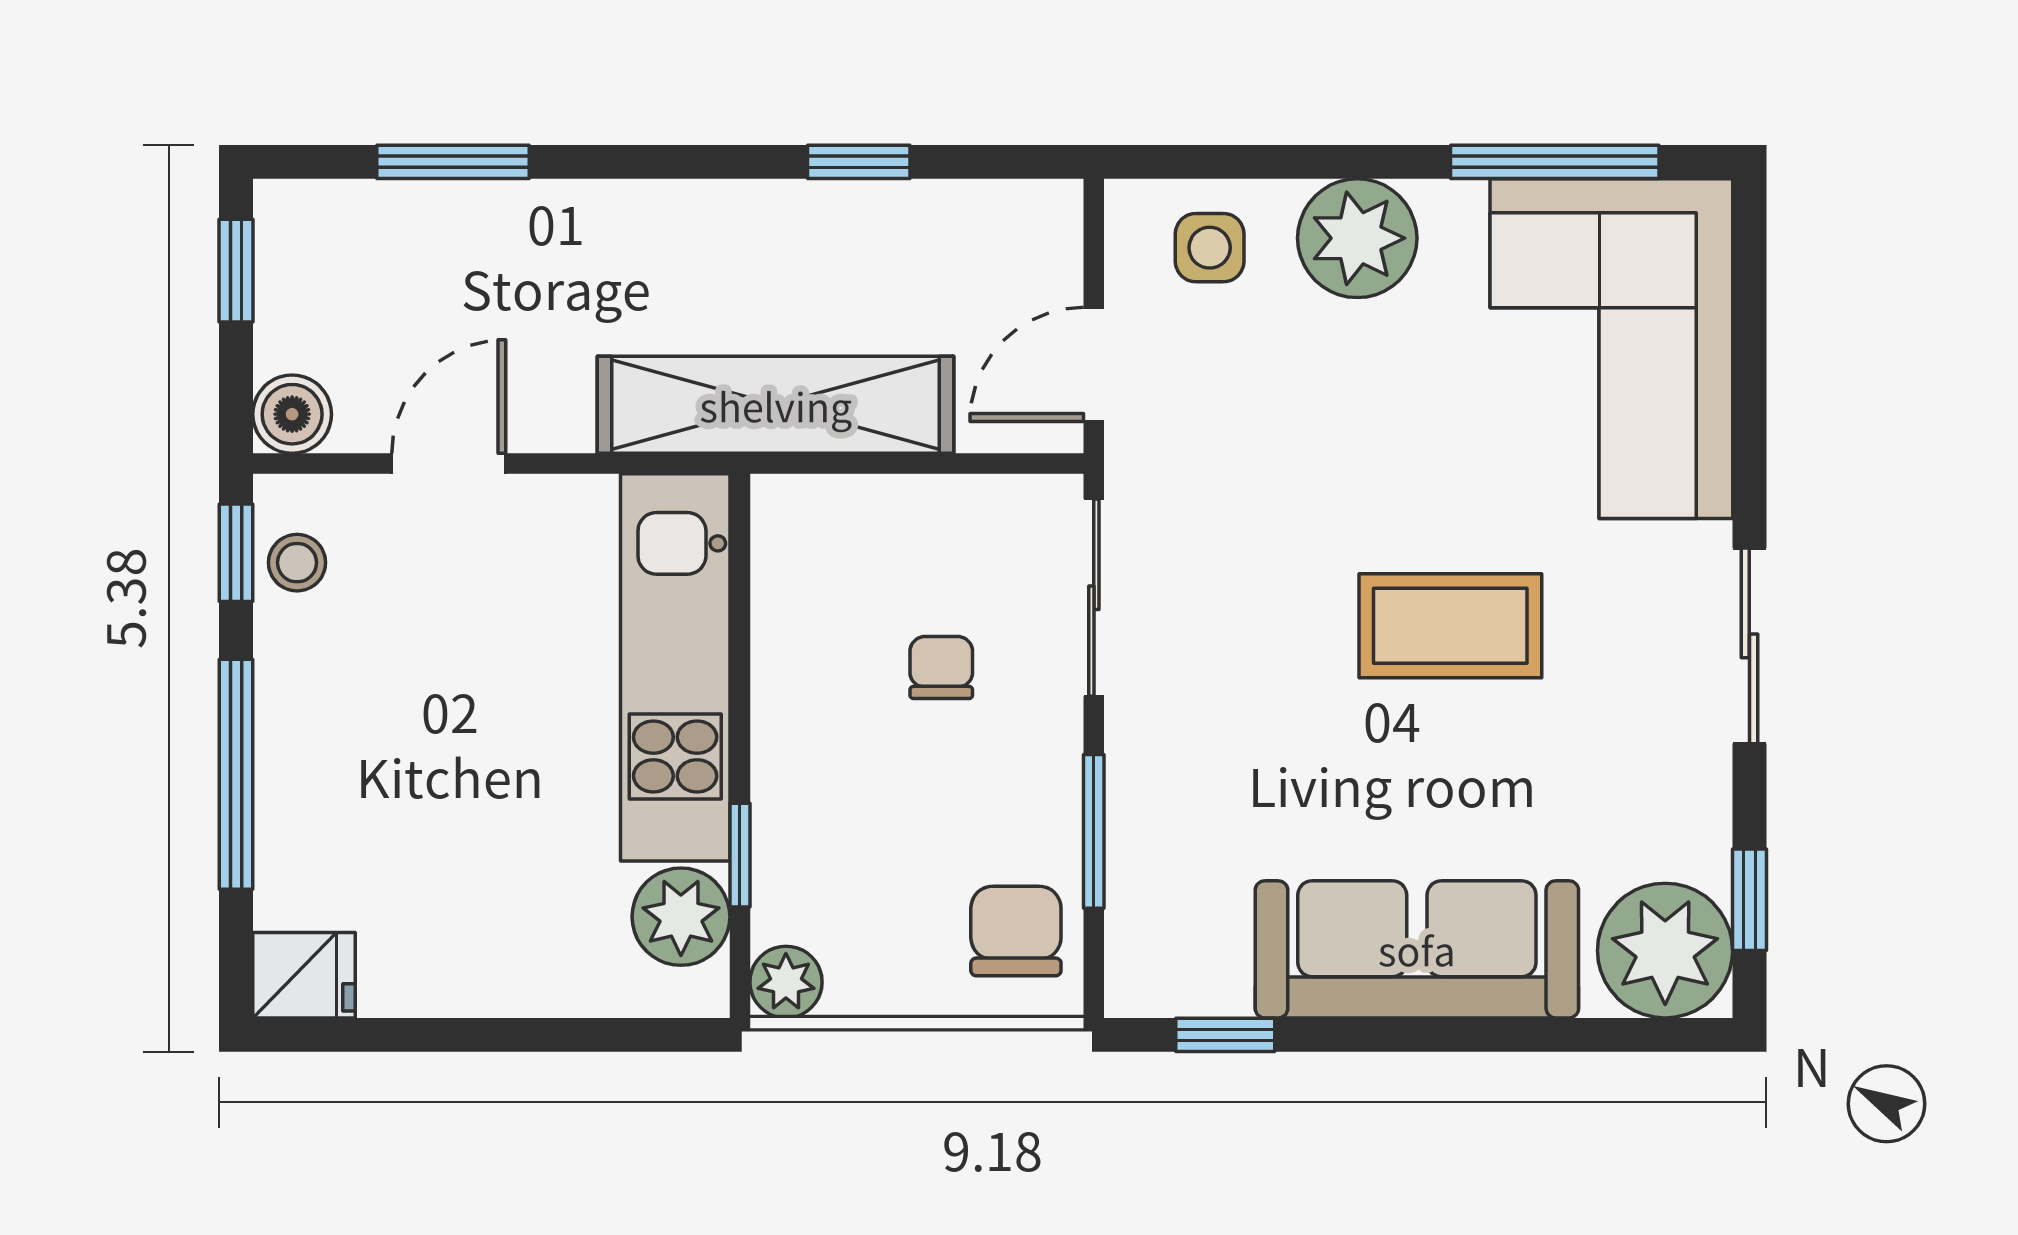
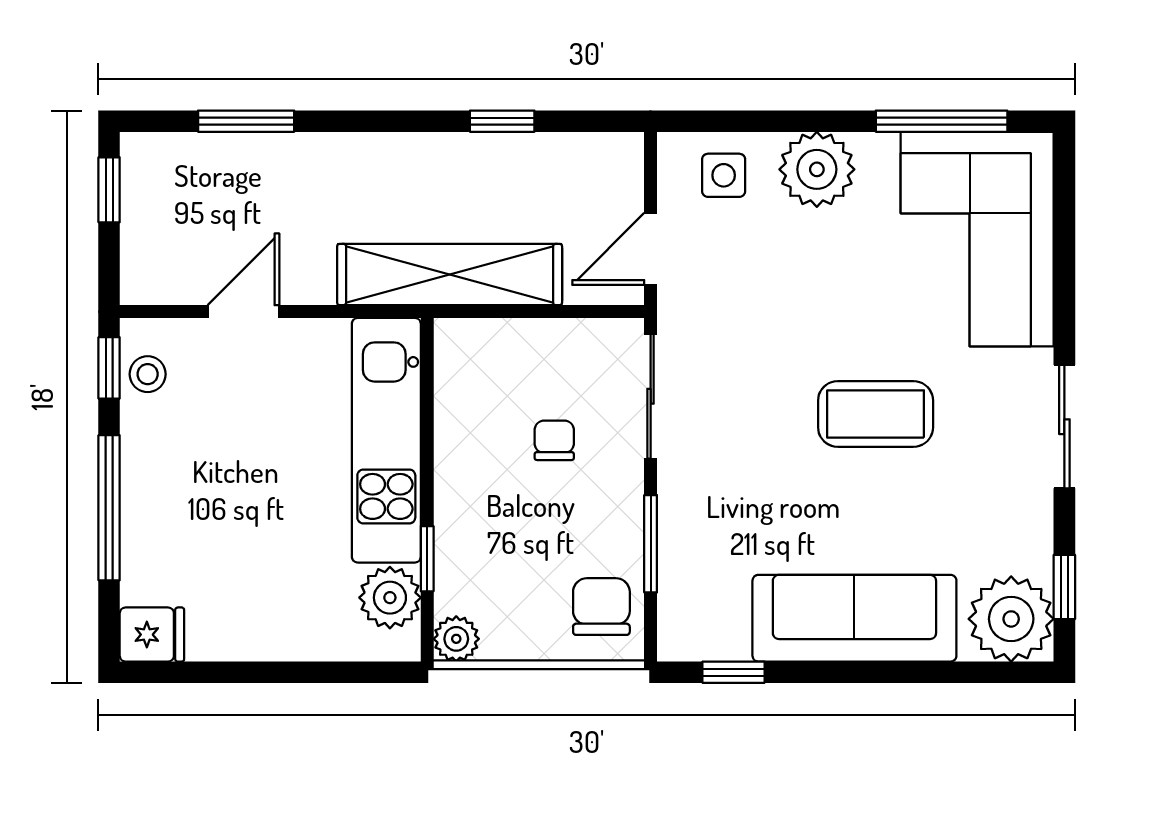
boiler: (292, 414) -> (144, 280), removed

